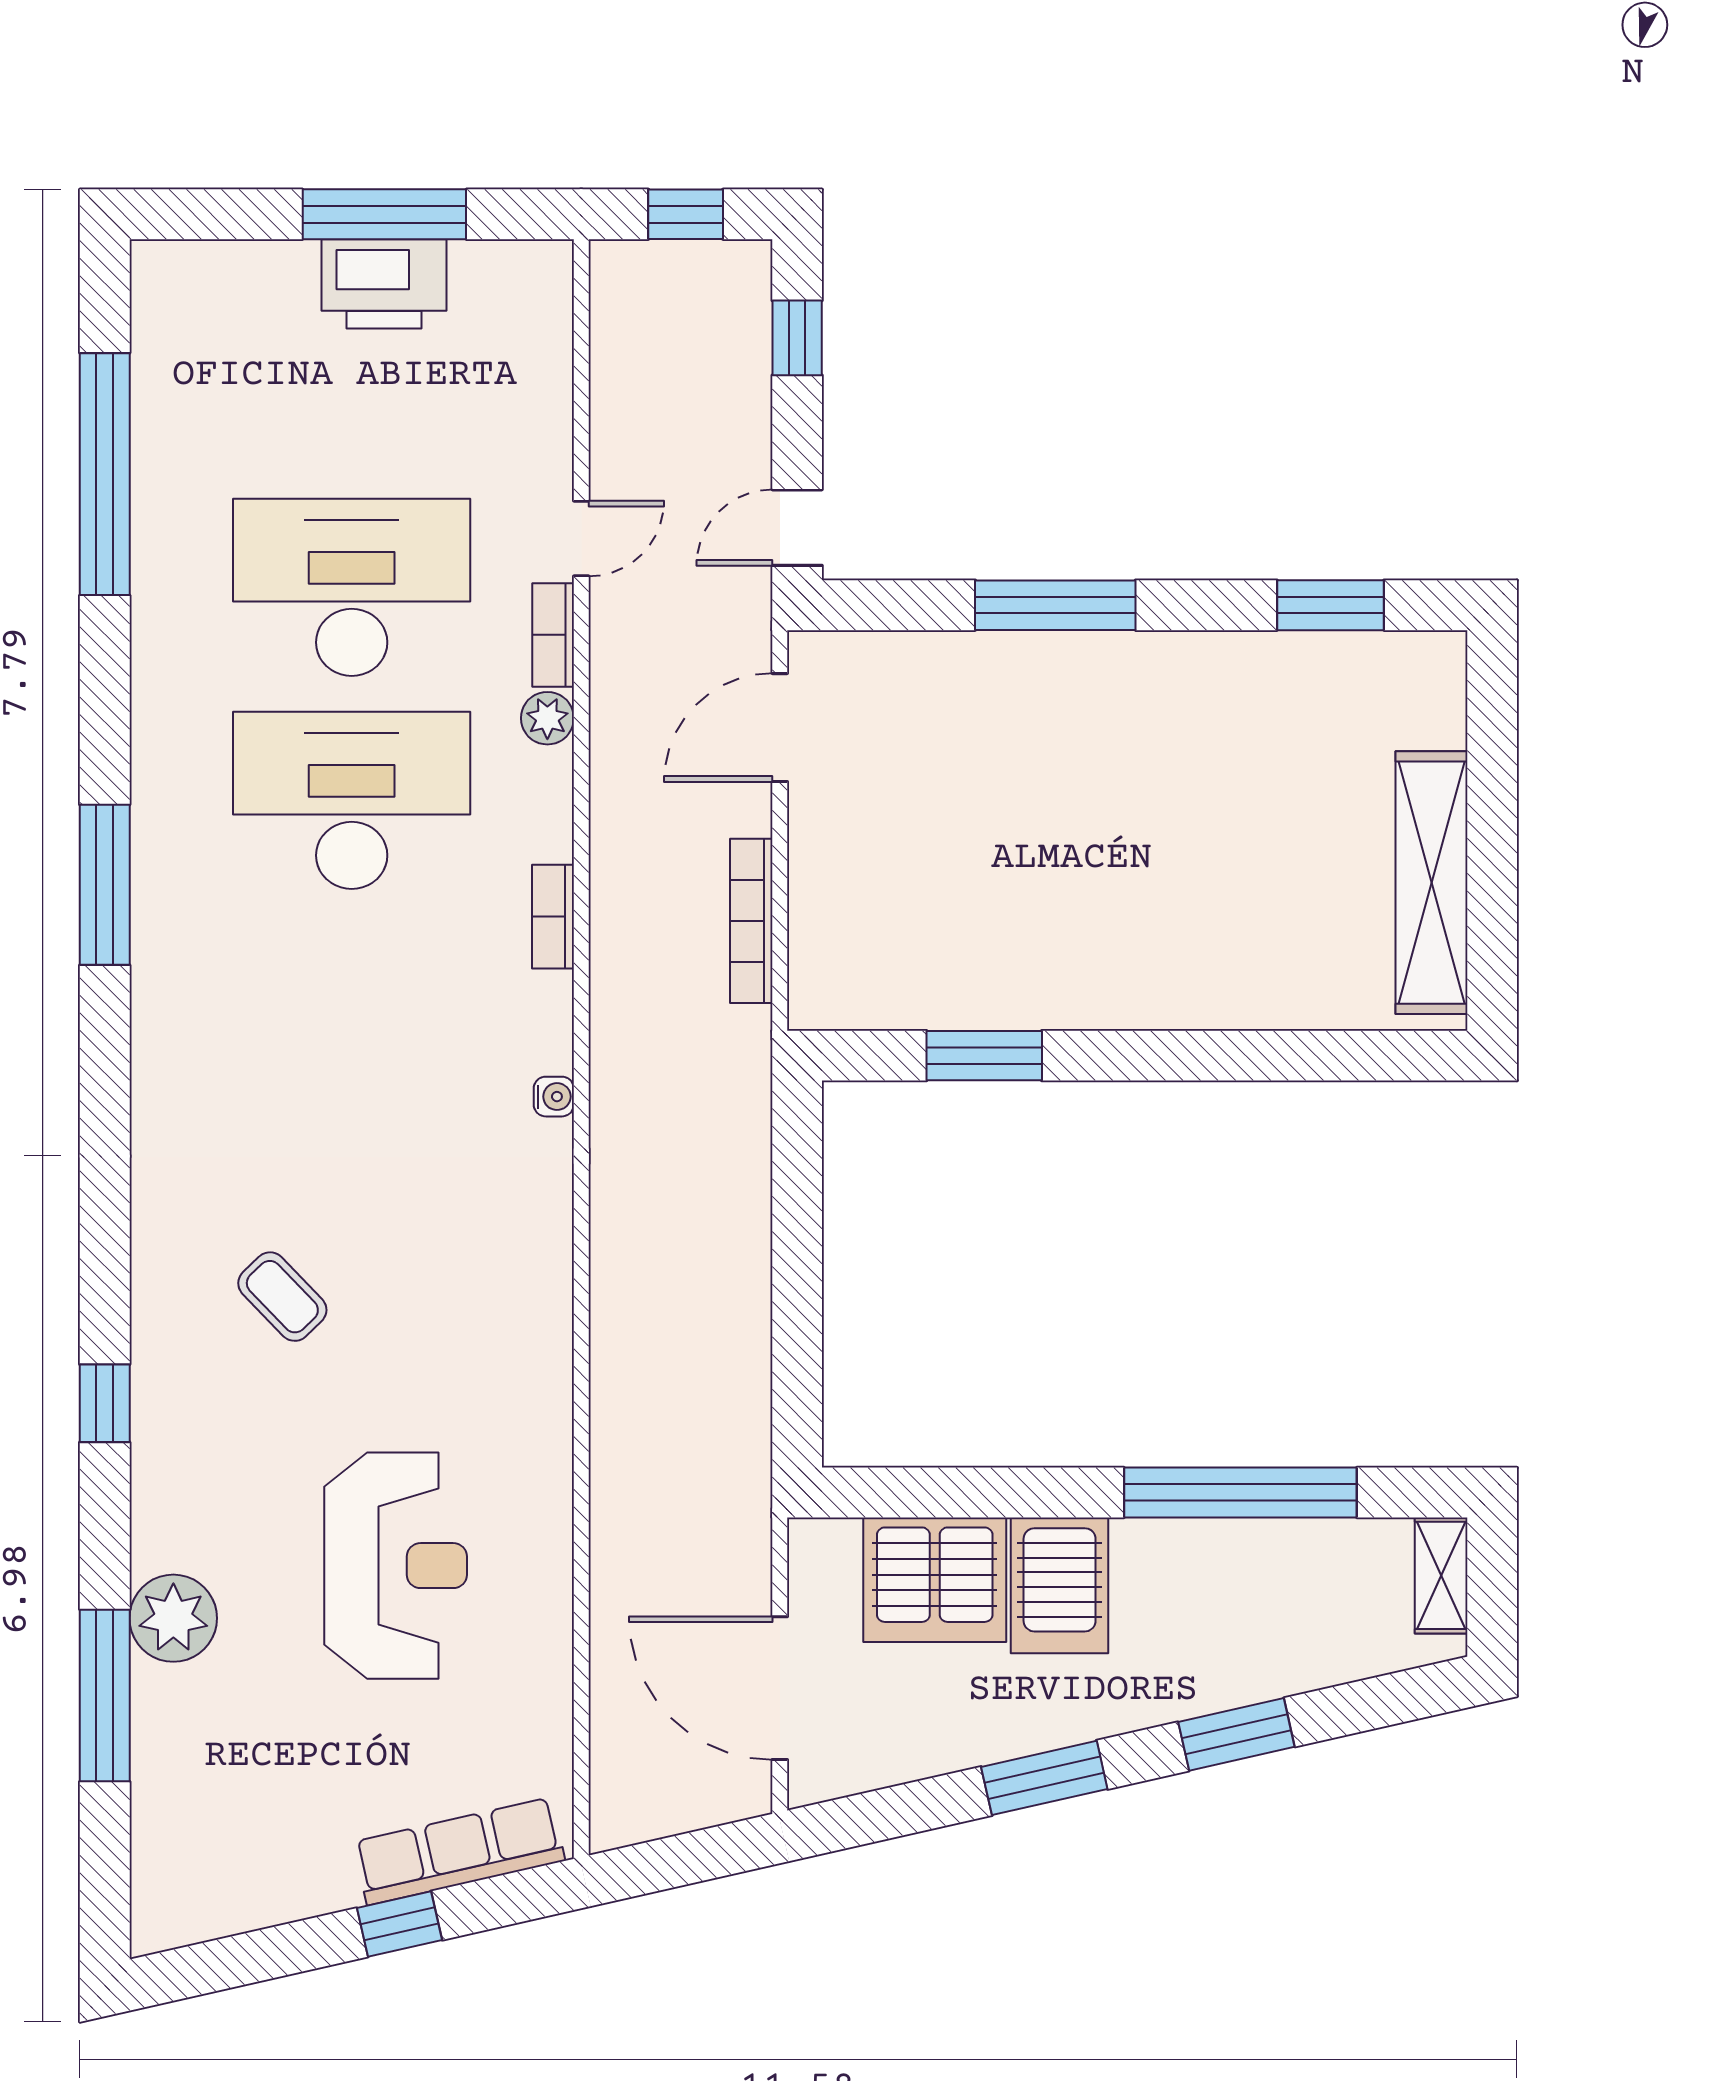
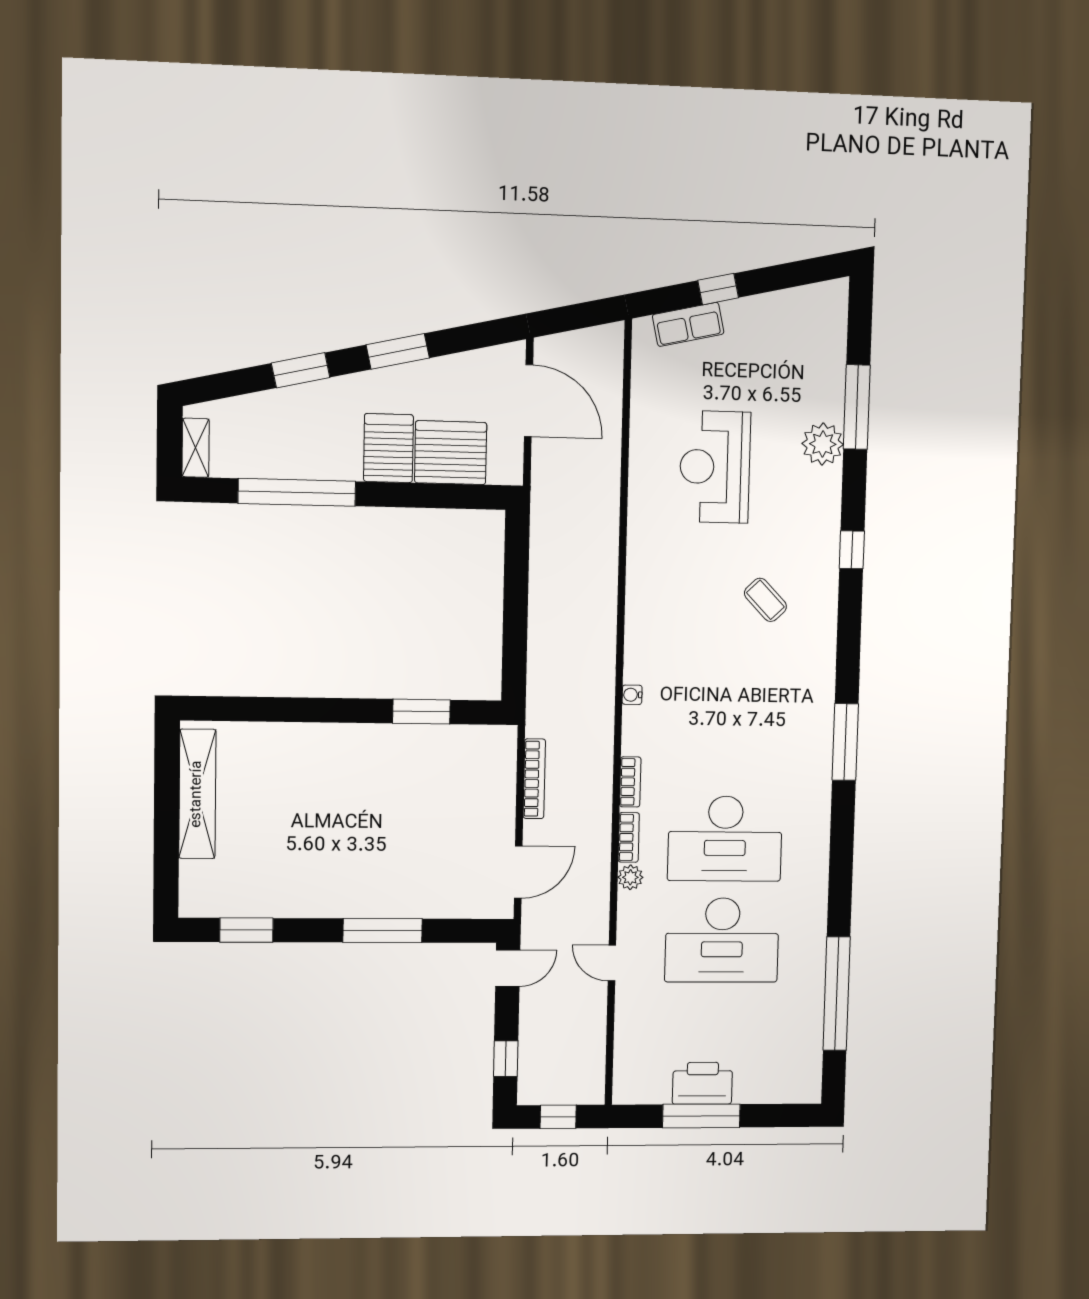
door: (581, 539) -> (612, 963), hinge flipped
bookcase: (553, 635) -> (629, 837), moved
window: (105, 885) -> (845, 742), moved
row of seats: (459, 1851) -> (688, 324), width x0.68

